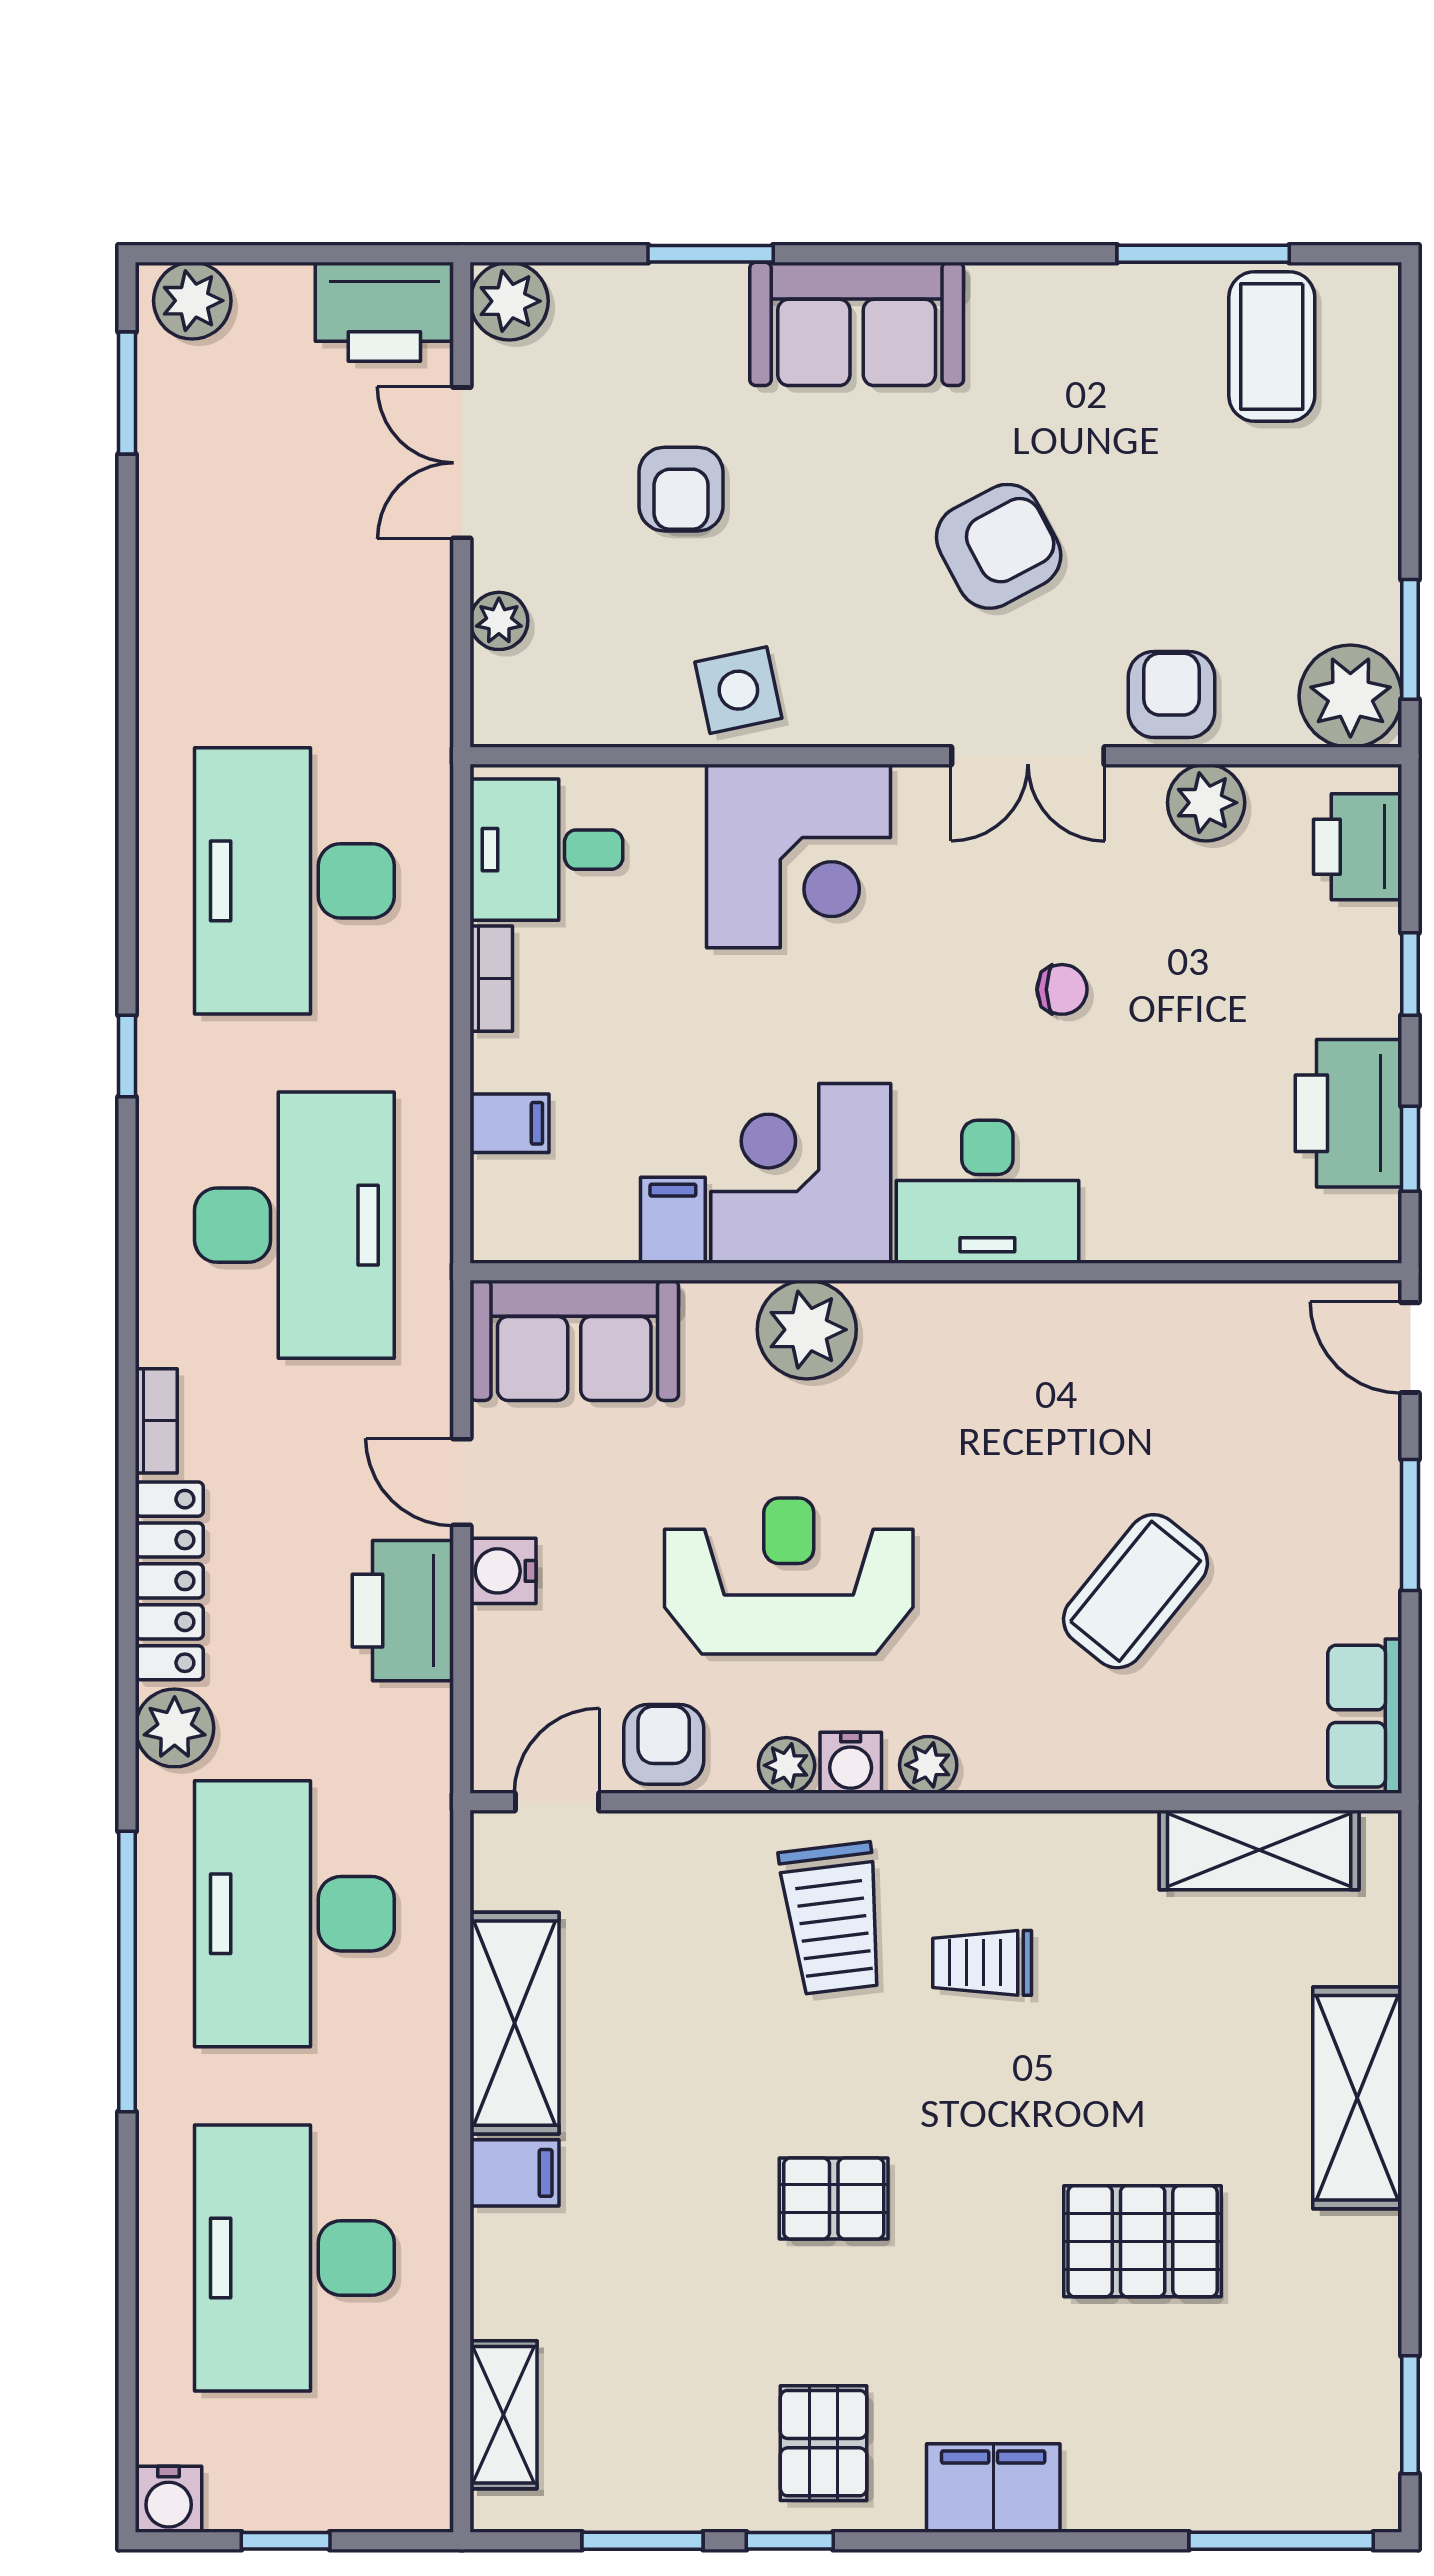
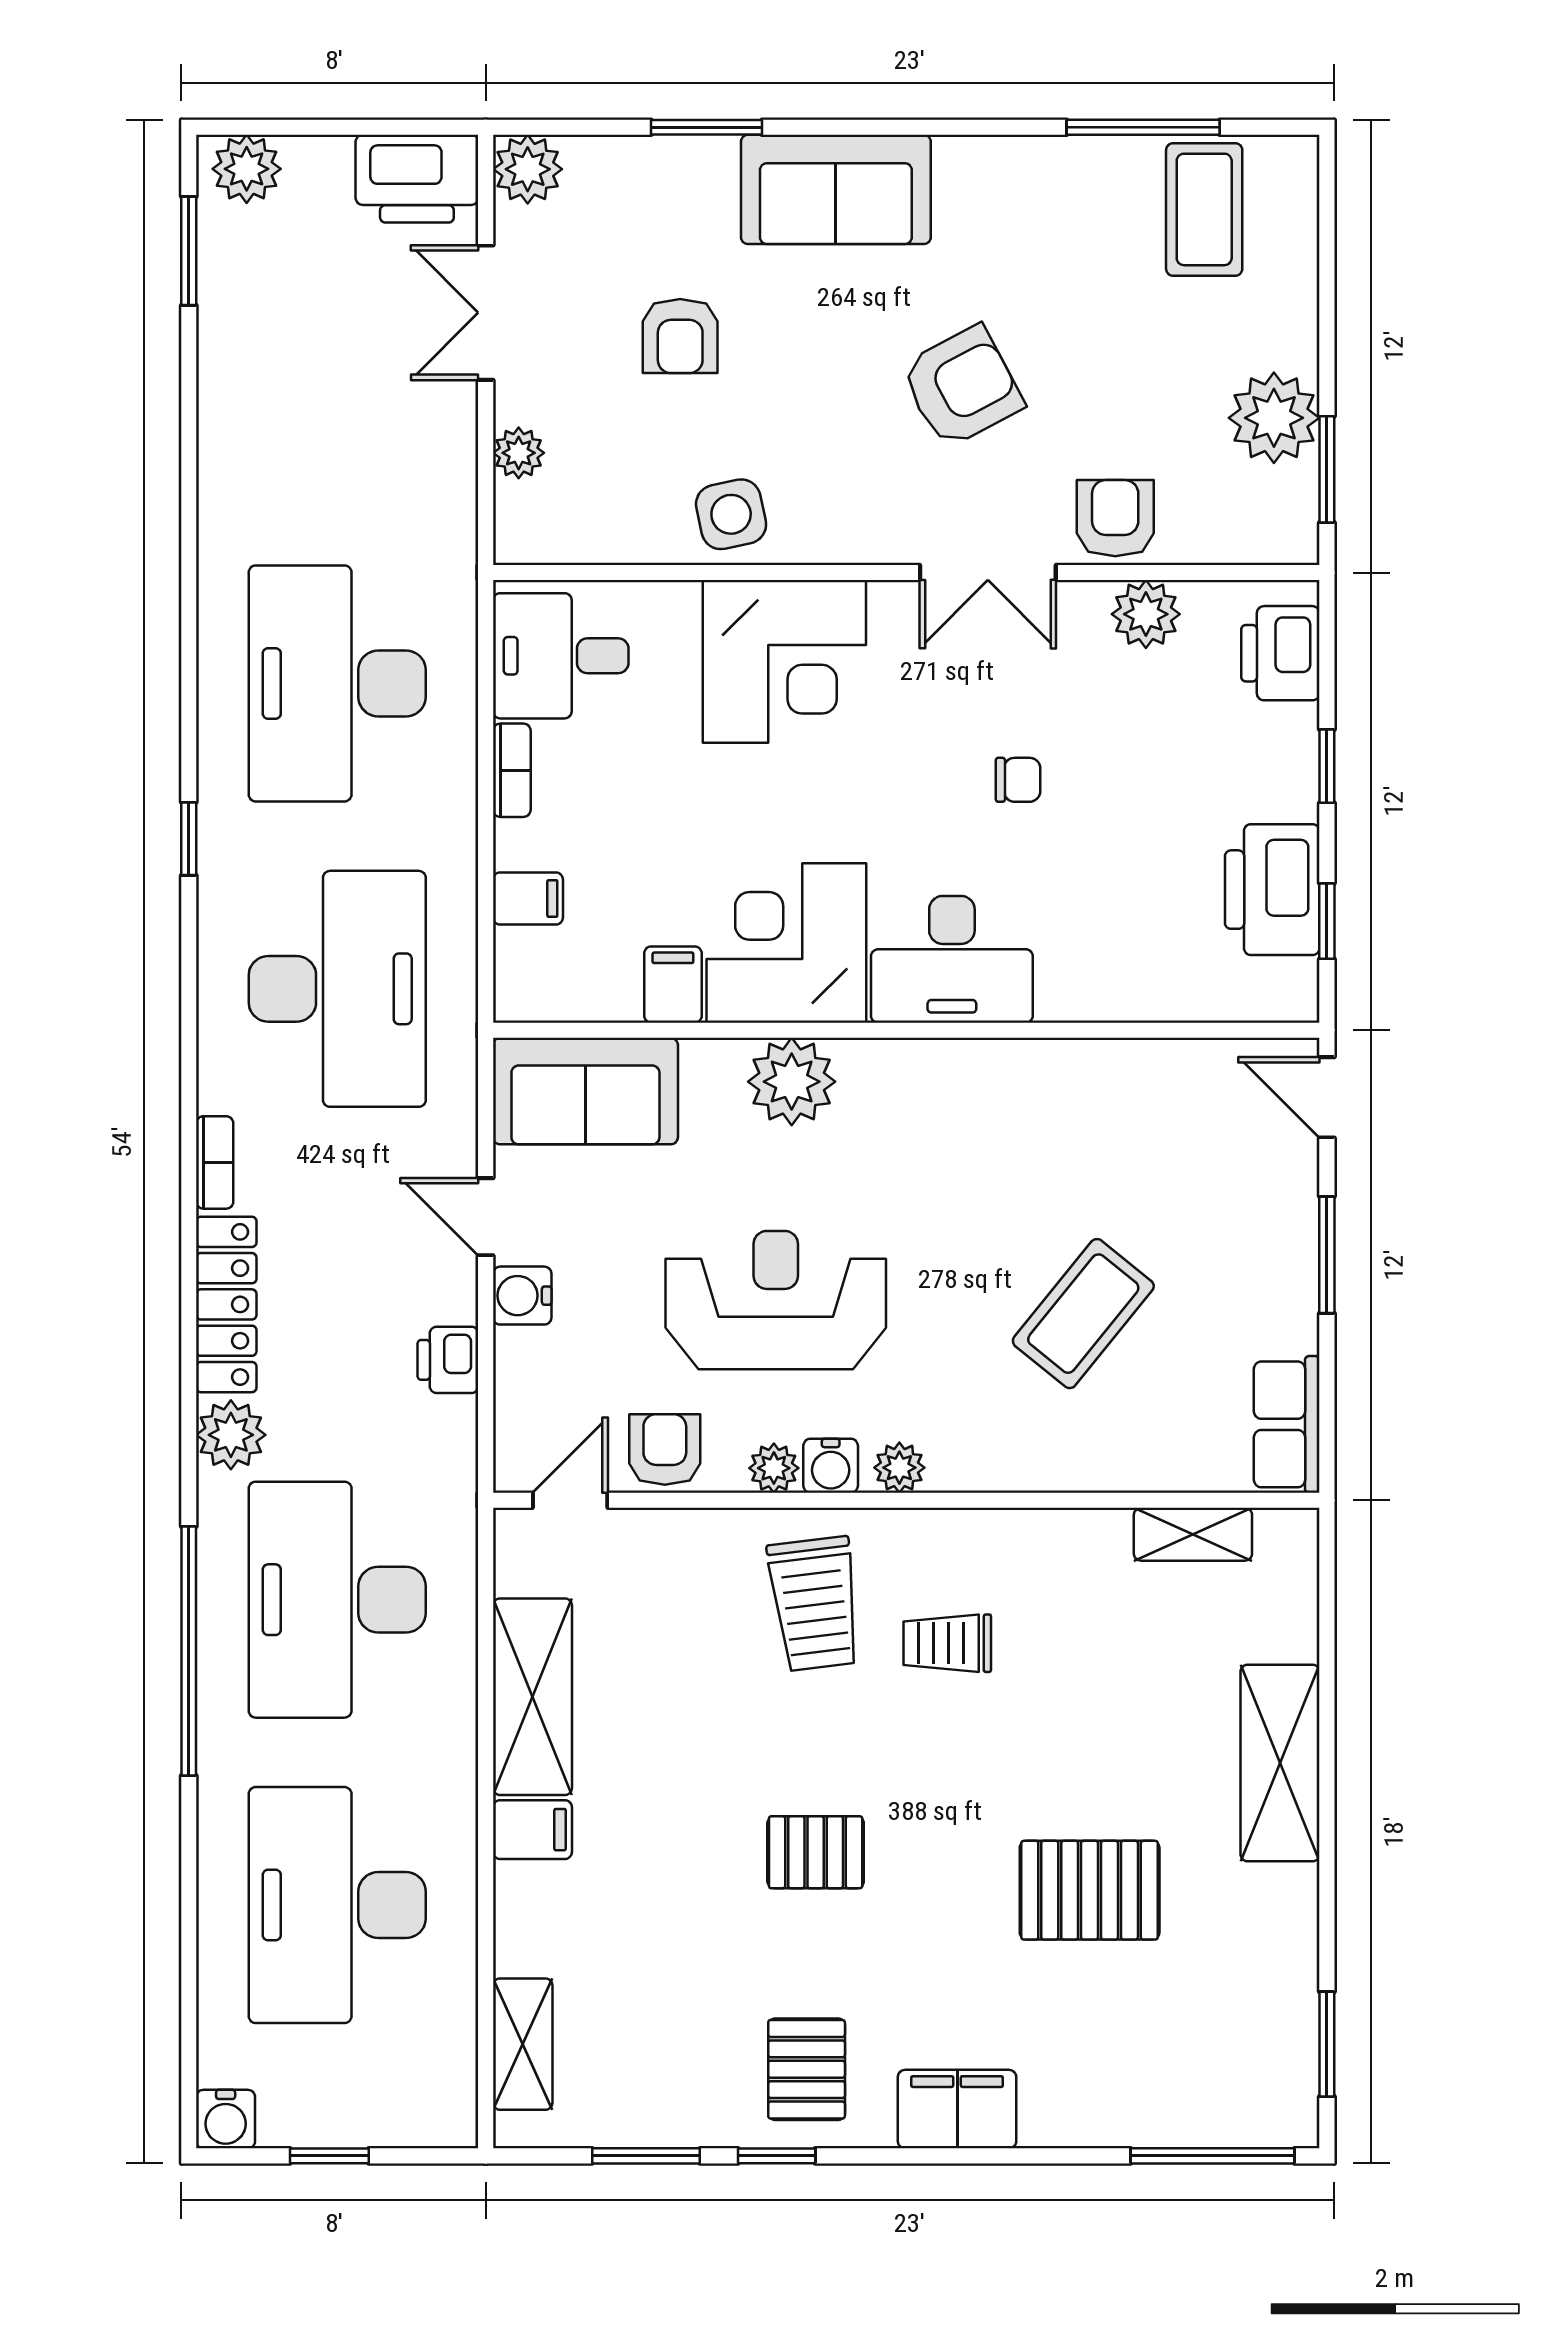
plant: (1350, 696) -> (1274, 418), moved
printer: (403, 1611) -> (448, 1360), width x0.53, depth x0.68
shelving: (1259, 1850) -> (1193, 1534), width x0.67, depth x0.75

